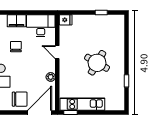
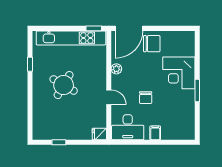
filing cabinet: (17, 21) -> (155, 133), width x0.50
chair: (16, 47) -> (146, 98), moved
chair: (20, 99) -> (152, 44), turned 180
kitchen unit: (82, 104) -> (71, 38), width x1.36

